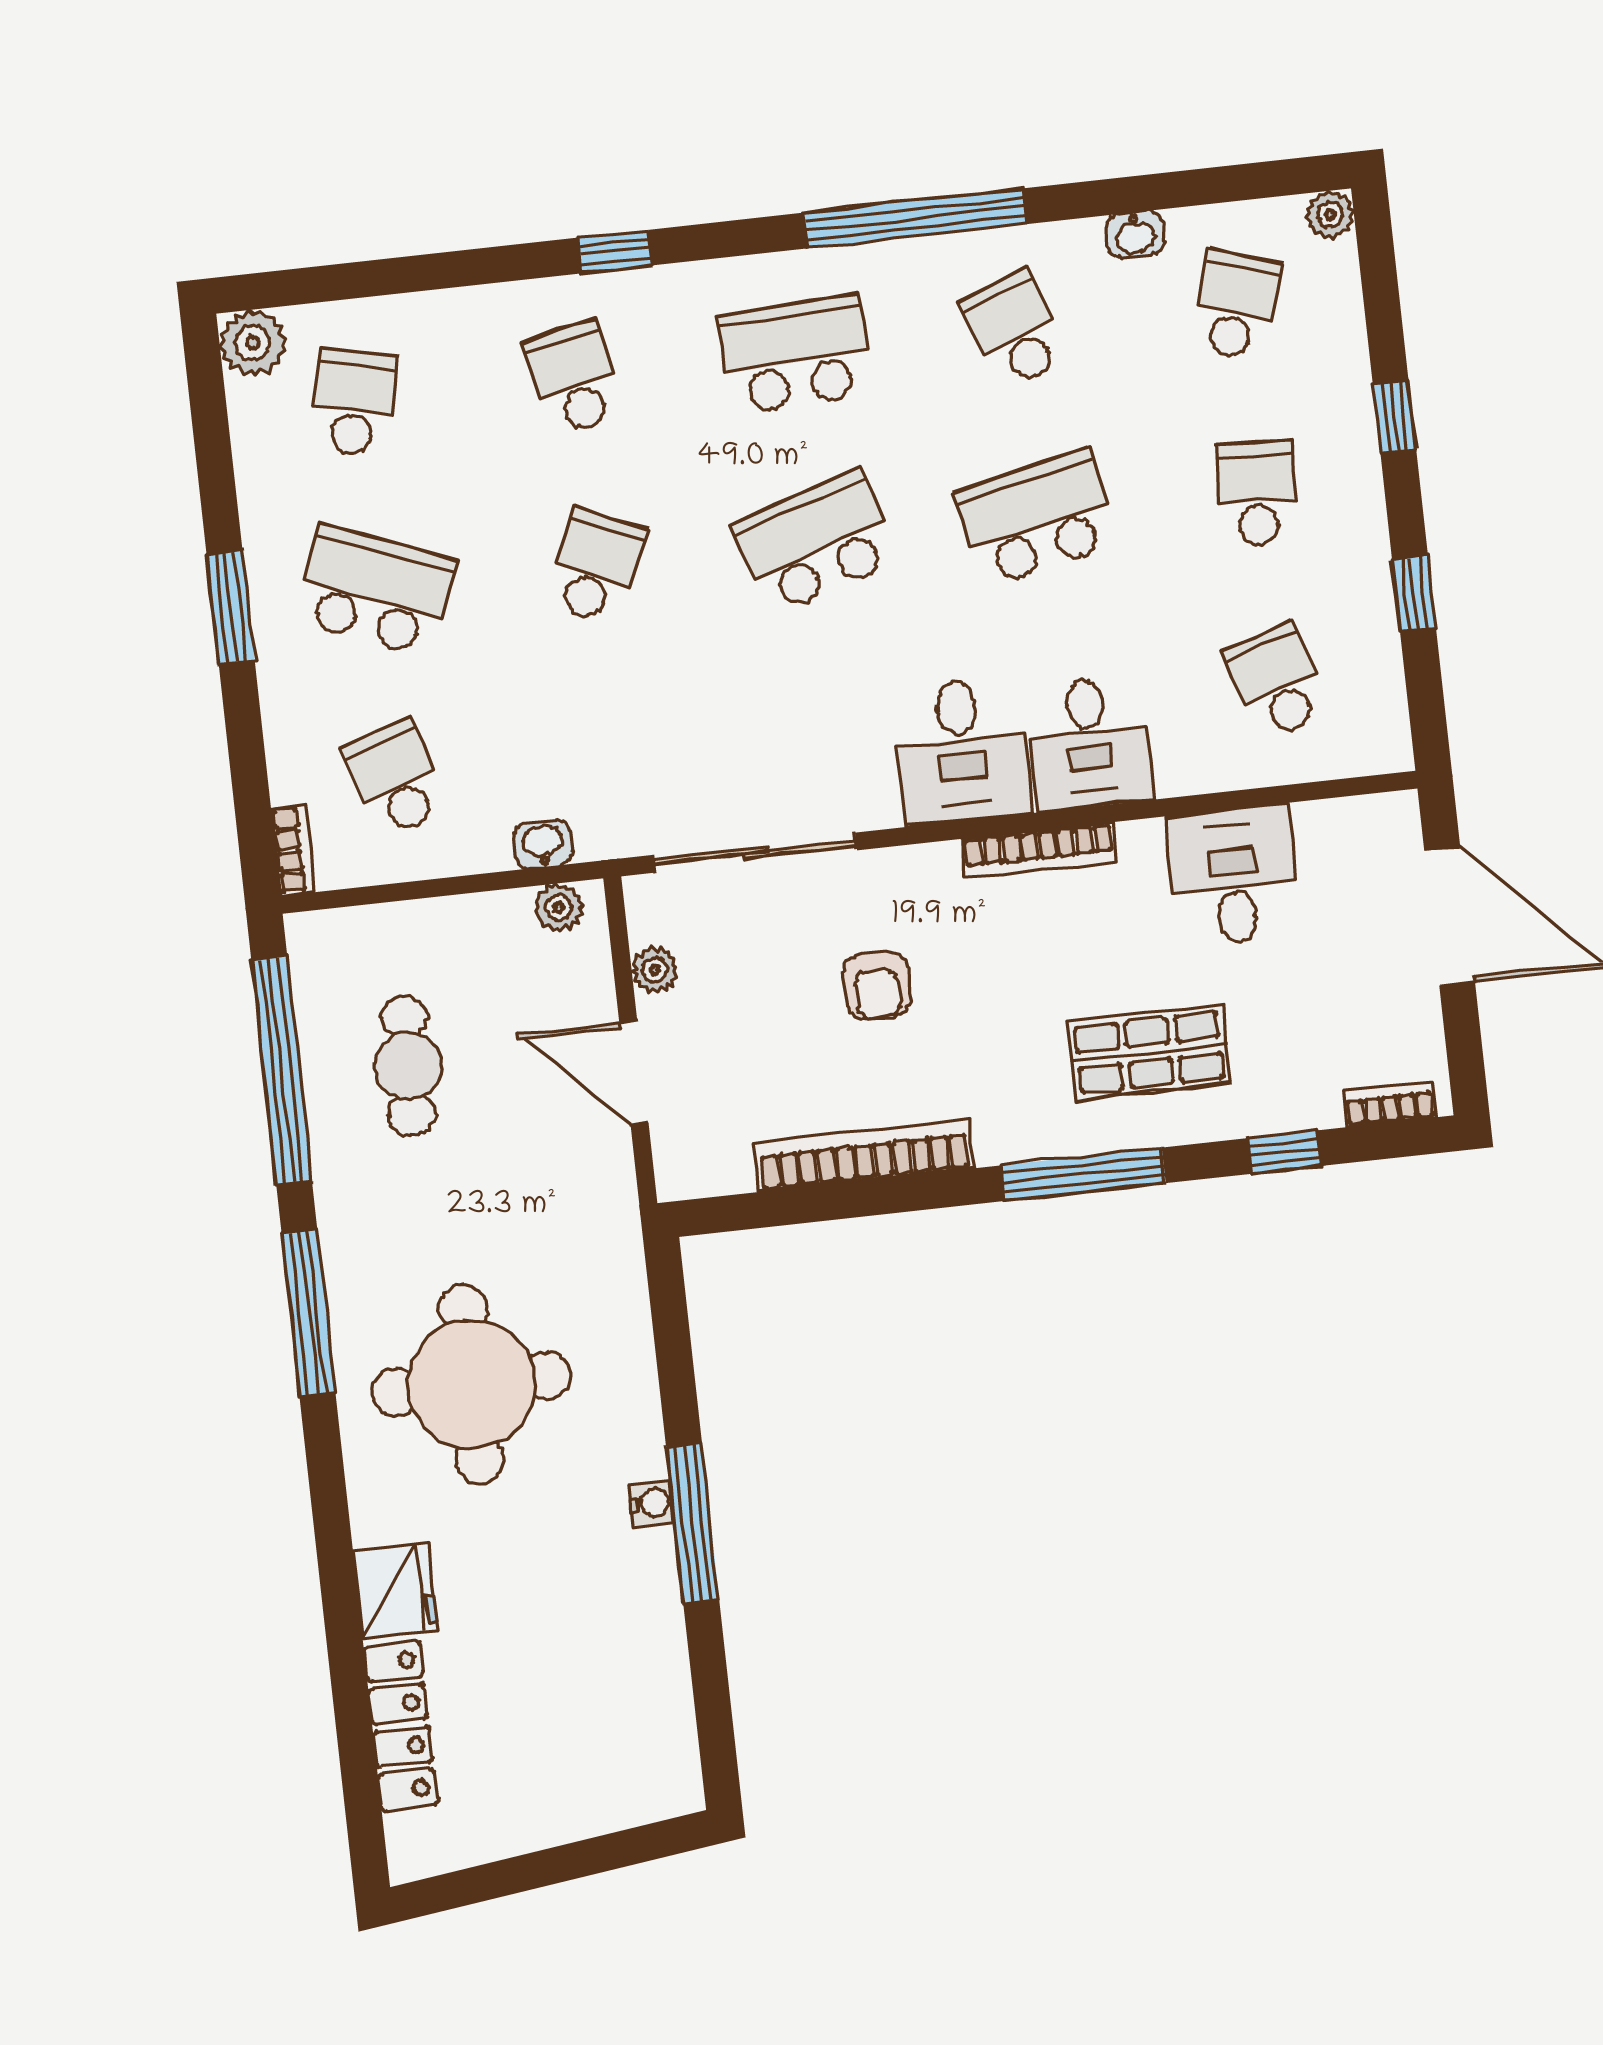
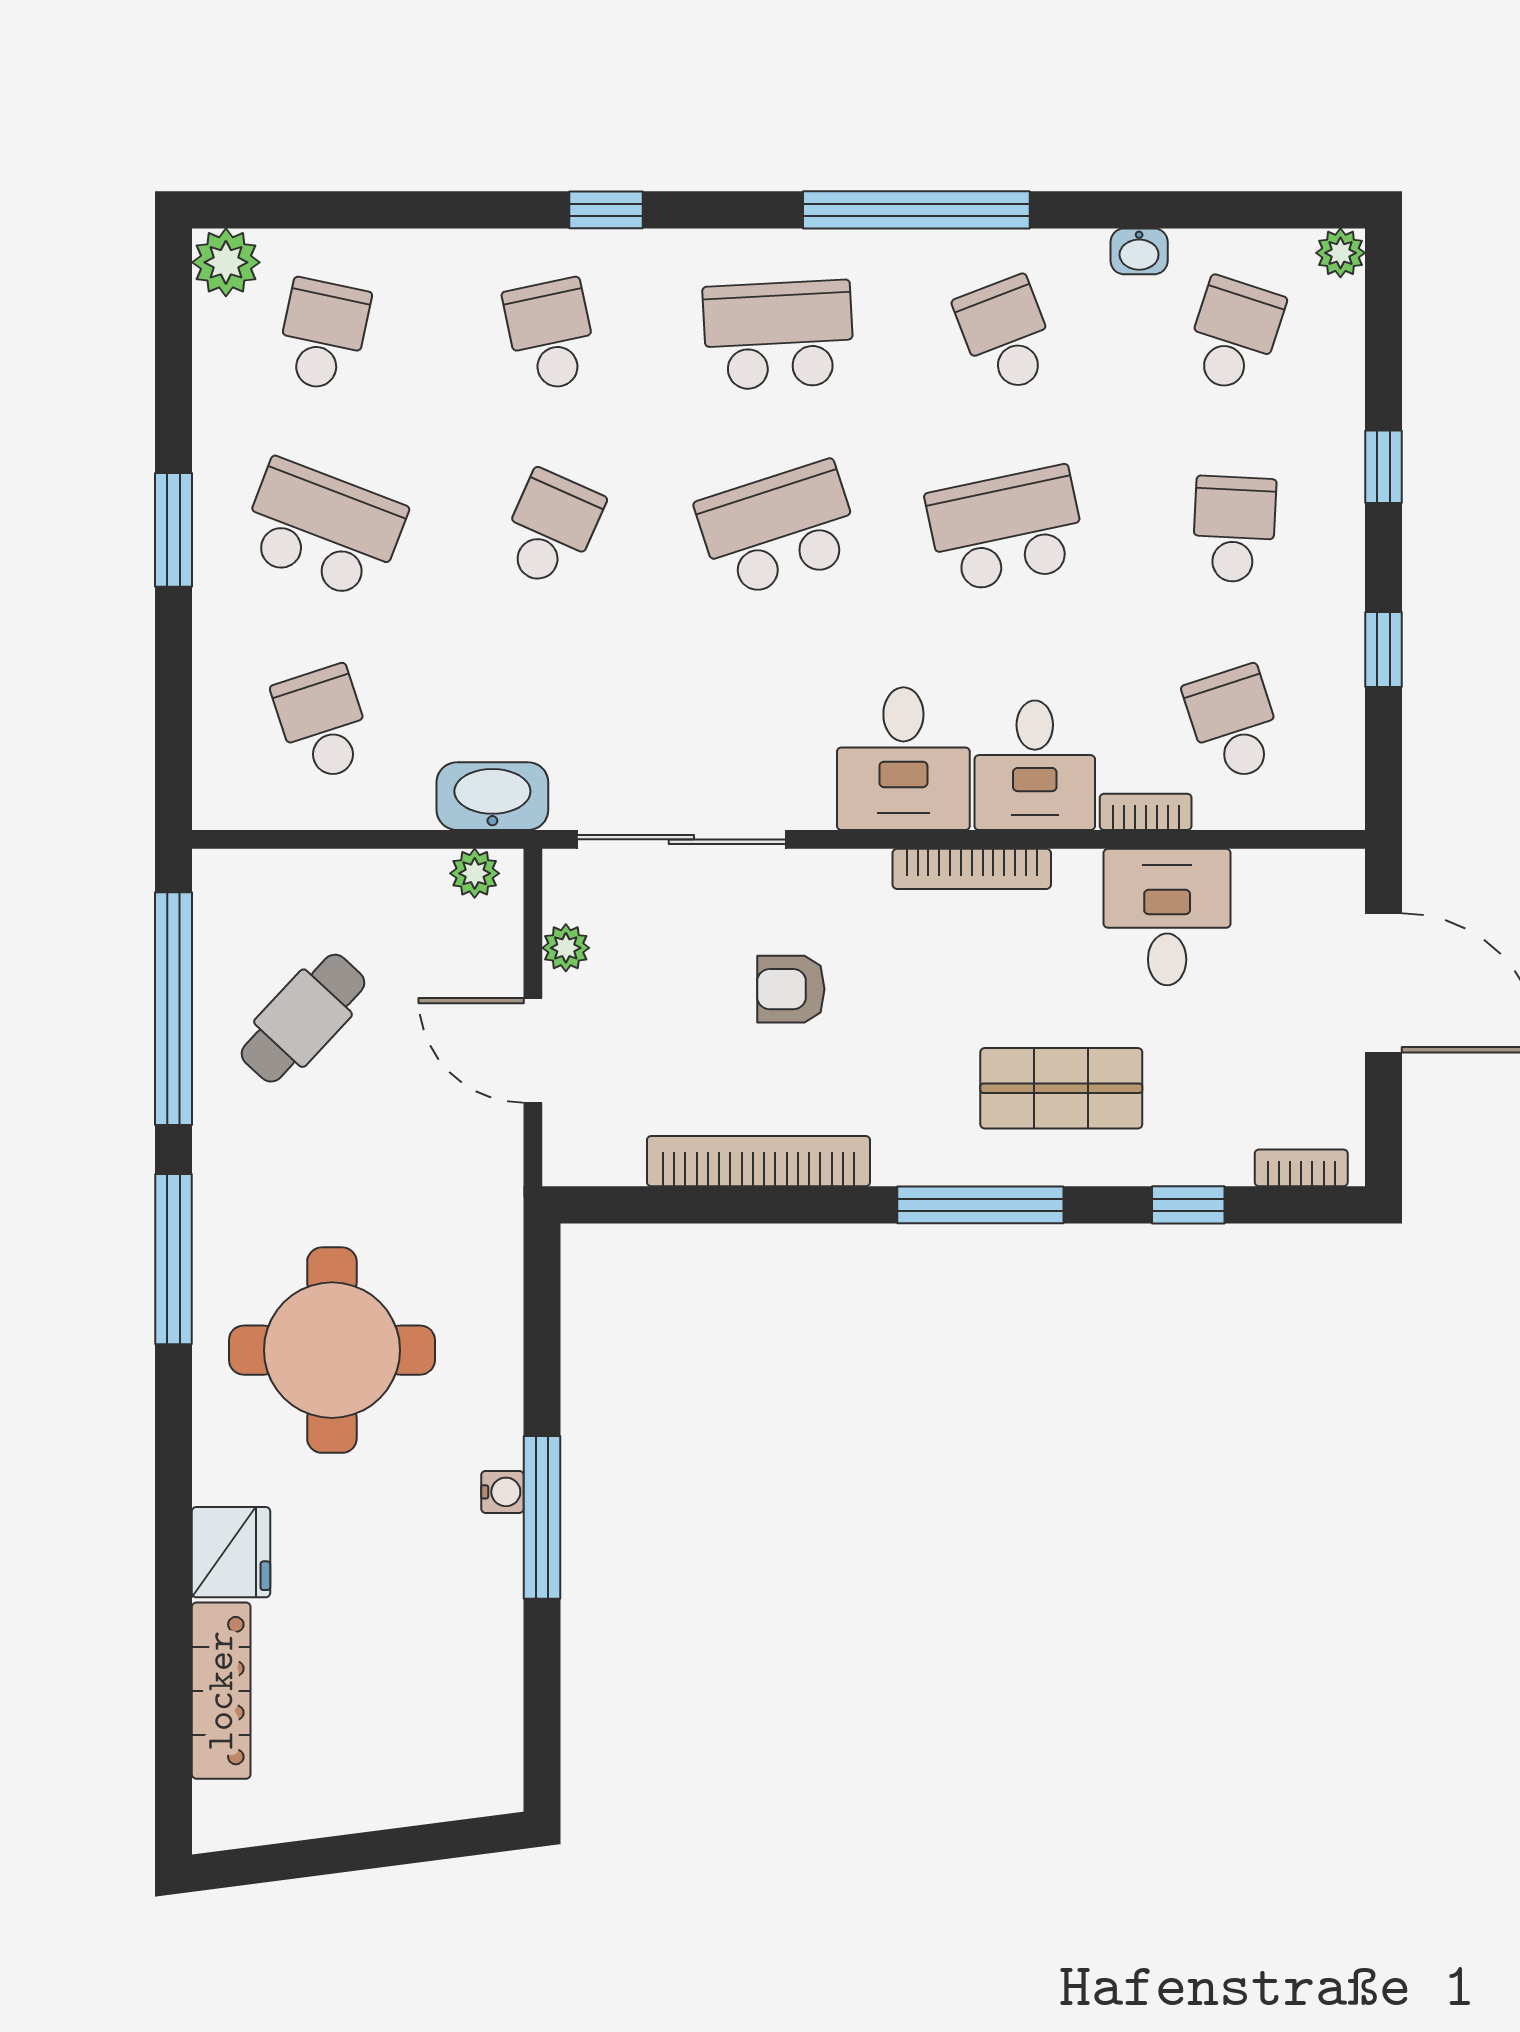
washbasin: (543, 844) -> (492, 796), width x1.91, depth x1.45
bookcase: (293, 850) -> (1146, 812), moved, turned -90
armchair: (877, 986) -> (791, 989), turned 90
cafe table: (408, 1066) -> (303, 1018), turned 41

